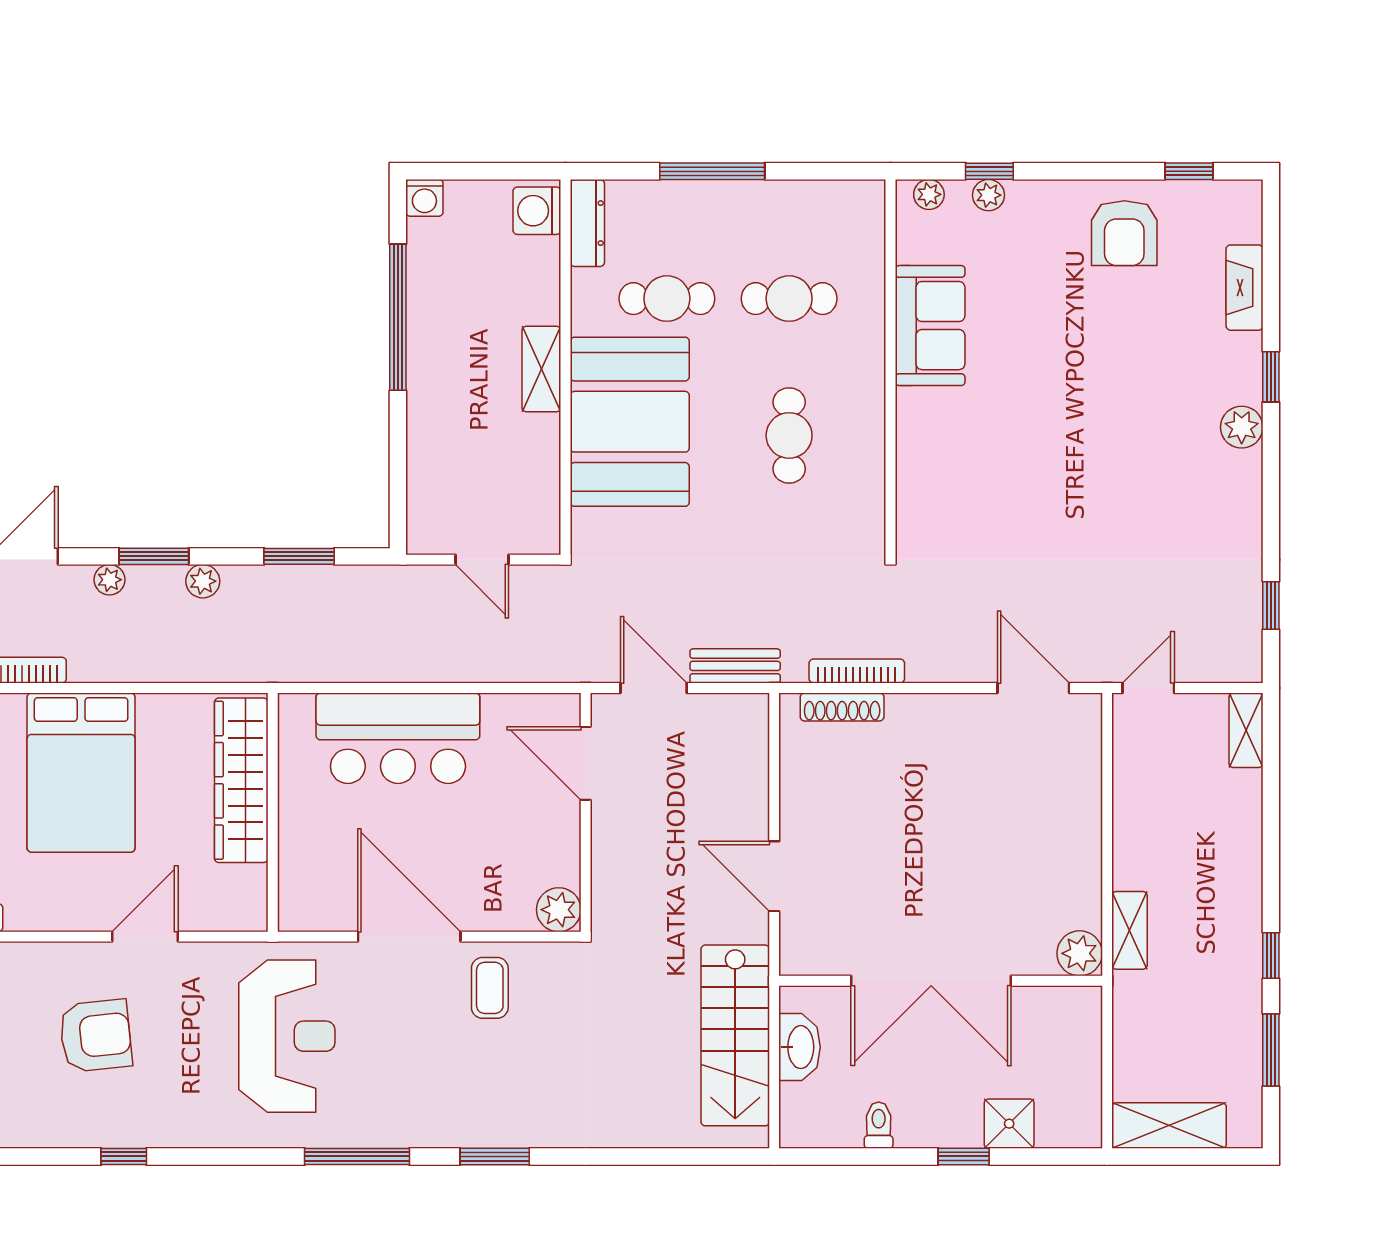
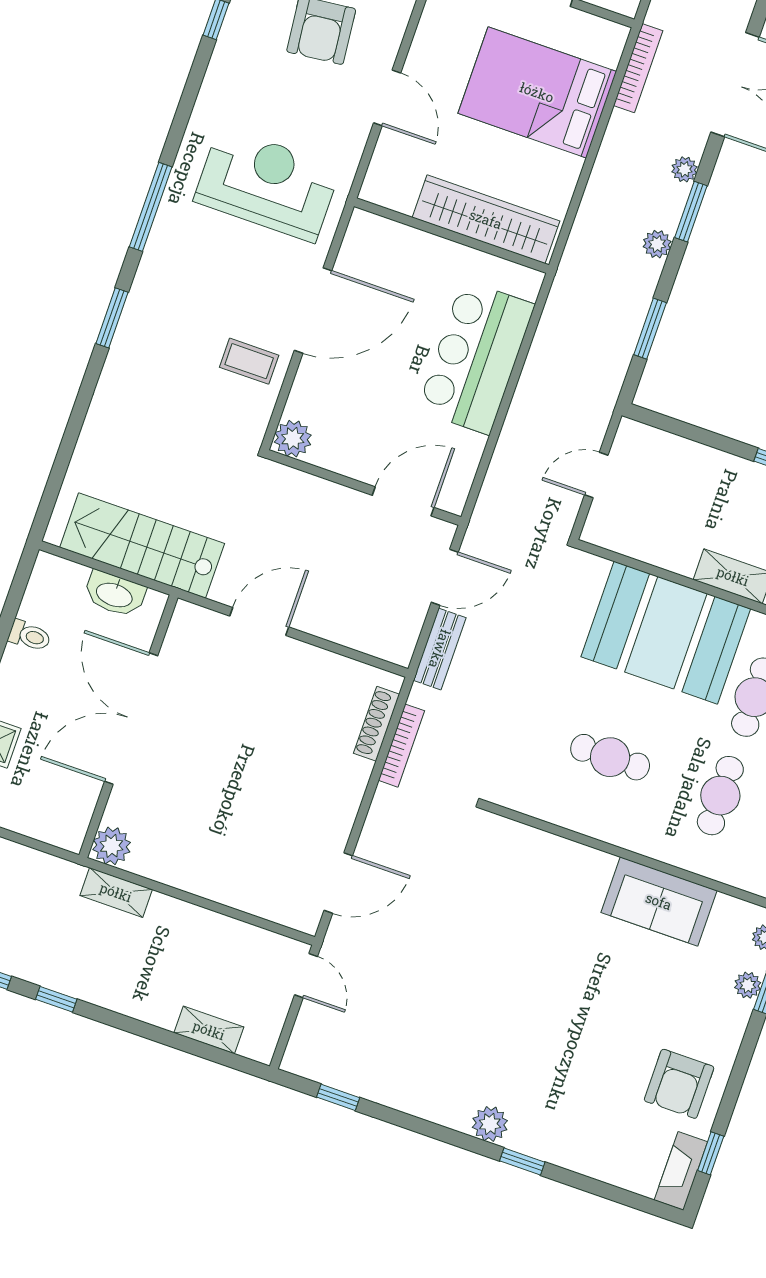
armchair: (1124, 233) -> (679, 1084), turned -90
fireplace: (1244, 288) -> (681, 1171), moved, turned -90
shelving: (1246, 730) -> (209, 1030), moved
reception desk: (287, 1036) -> (267, 184), turned 180

